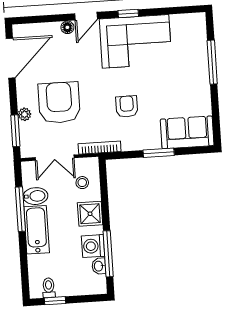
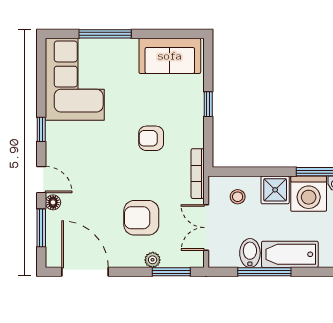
window: (45, 19) -> (41, 228), added
corner sofa: (136, 41) -> (75, 79), moved
armchair: (59, 103) -> (141, 218), width x0.73, depth x0.73
sofa: (187, 132) -> (170, 56), moved, turned -90
window: (159, 153) -> (208, 104), width x0.67
double door: (55, 158) -> (206, 228), swing flipped
washing machine: (93, 246) -> (309, 194), width x1.37, depth x1.37

